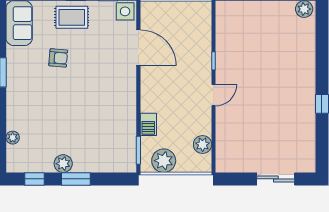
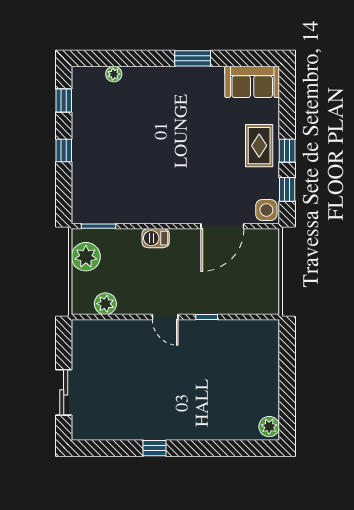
armchair: (58, 58) -> (210, 129), removed
barbecue: (148, 124) -> (156, 238), moved
plant: (63, 164) -> (82, 135), removed
window: (76, 179) -> (64, 151), width x0.67

